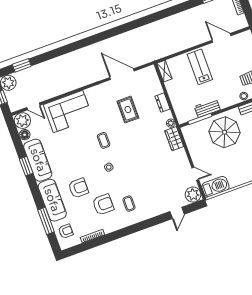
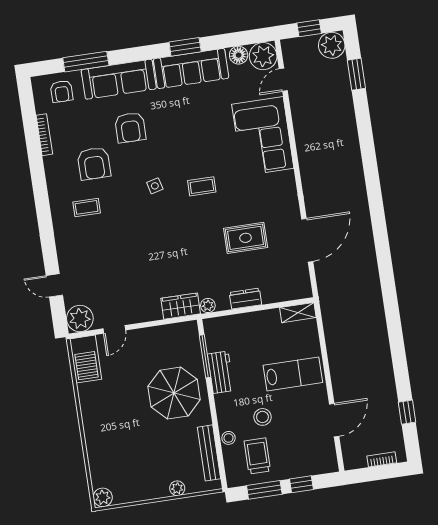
stool: (228, 79) -> (262, 417), added

